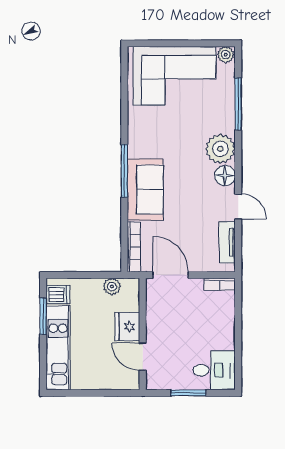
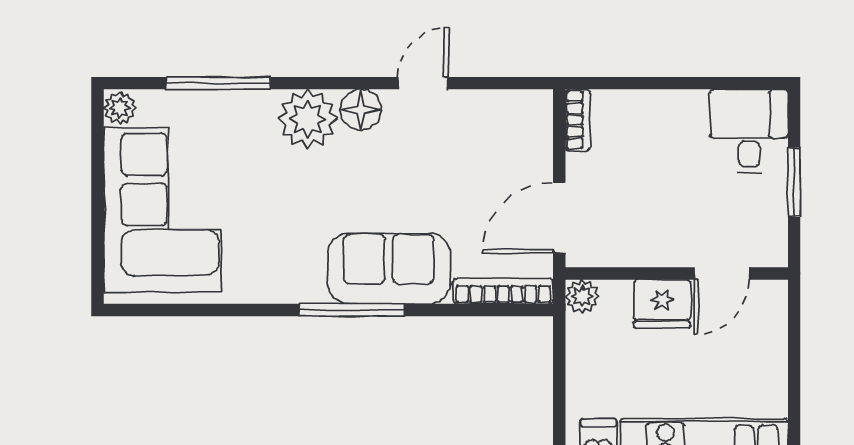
tv unit: (227, 242) -> (494, 105), removed
plant: (112, 286) -> (582, 296), moved

